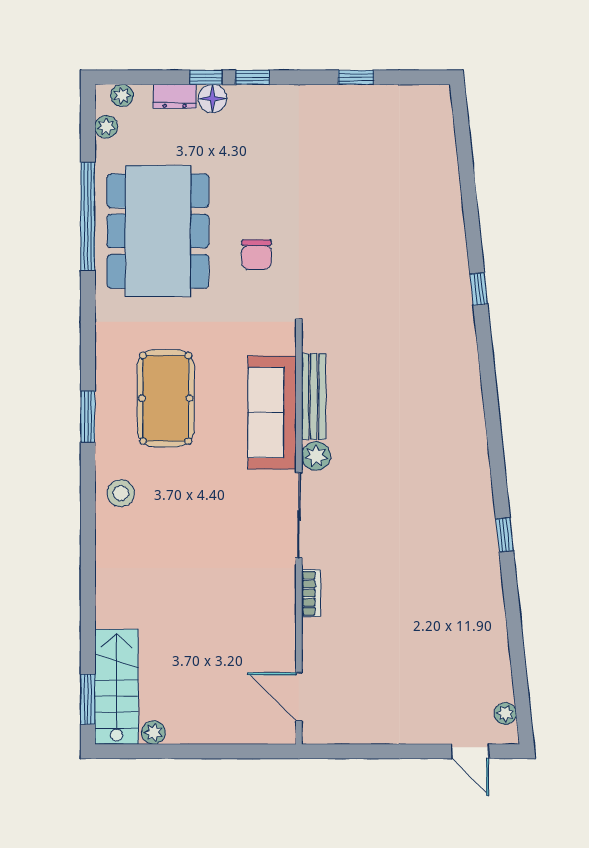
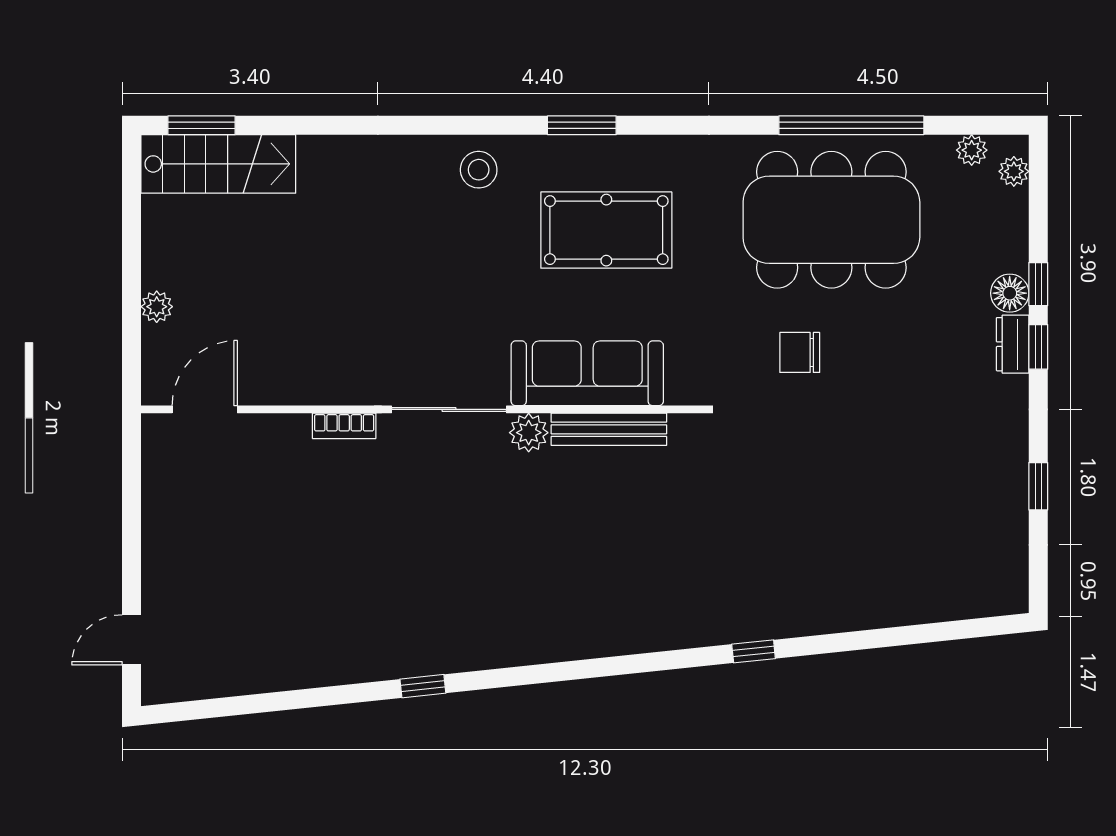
dresser: (175, 96) -> (1013, 344), moved
plant: (505, 714) -> (182, 687), removed
plant: (153, 732) -> (157, 307), moved

